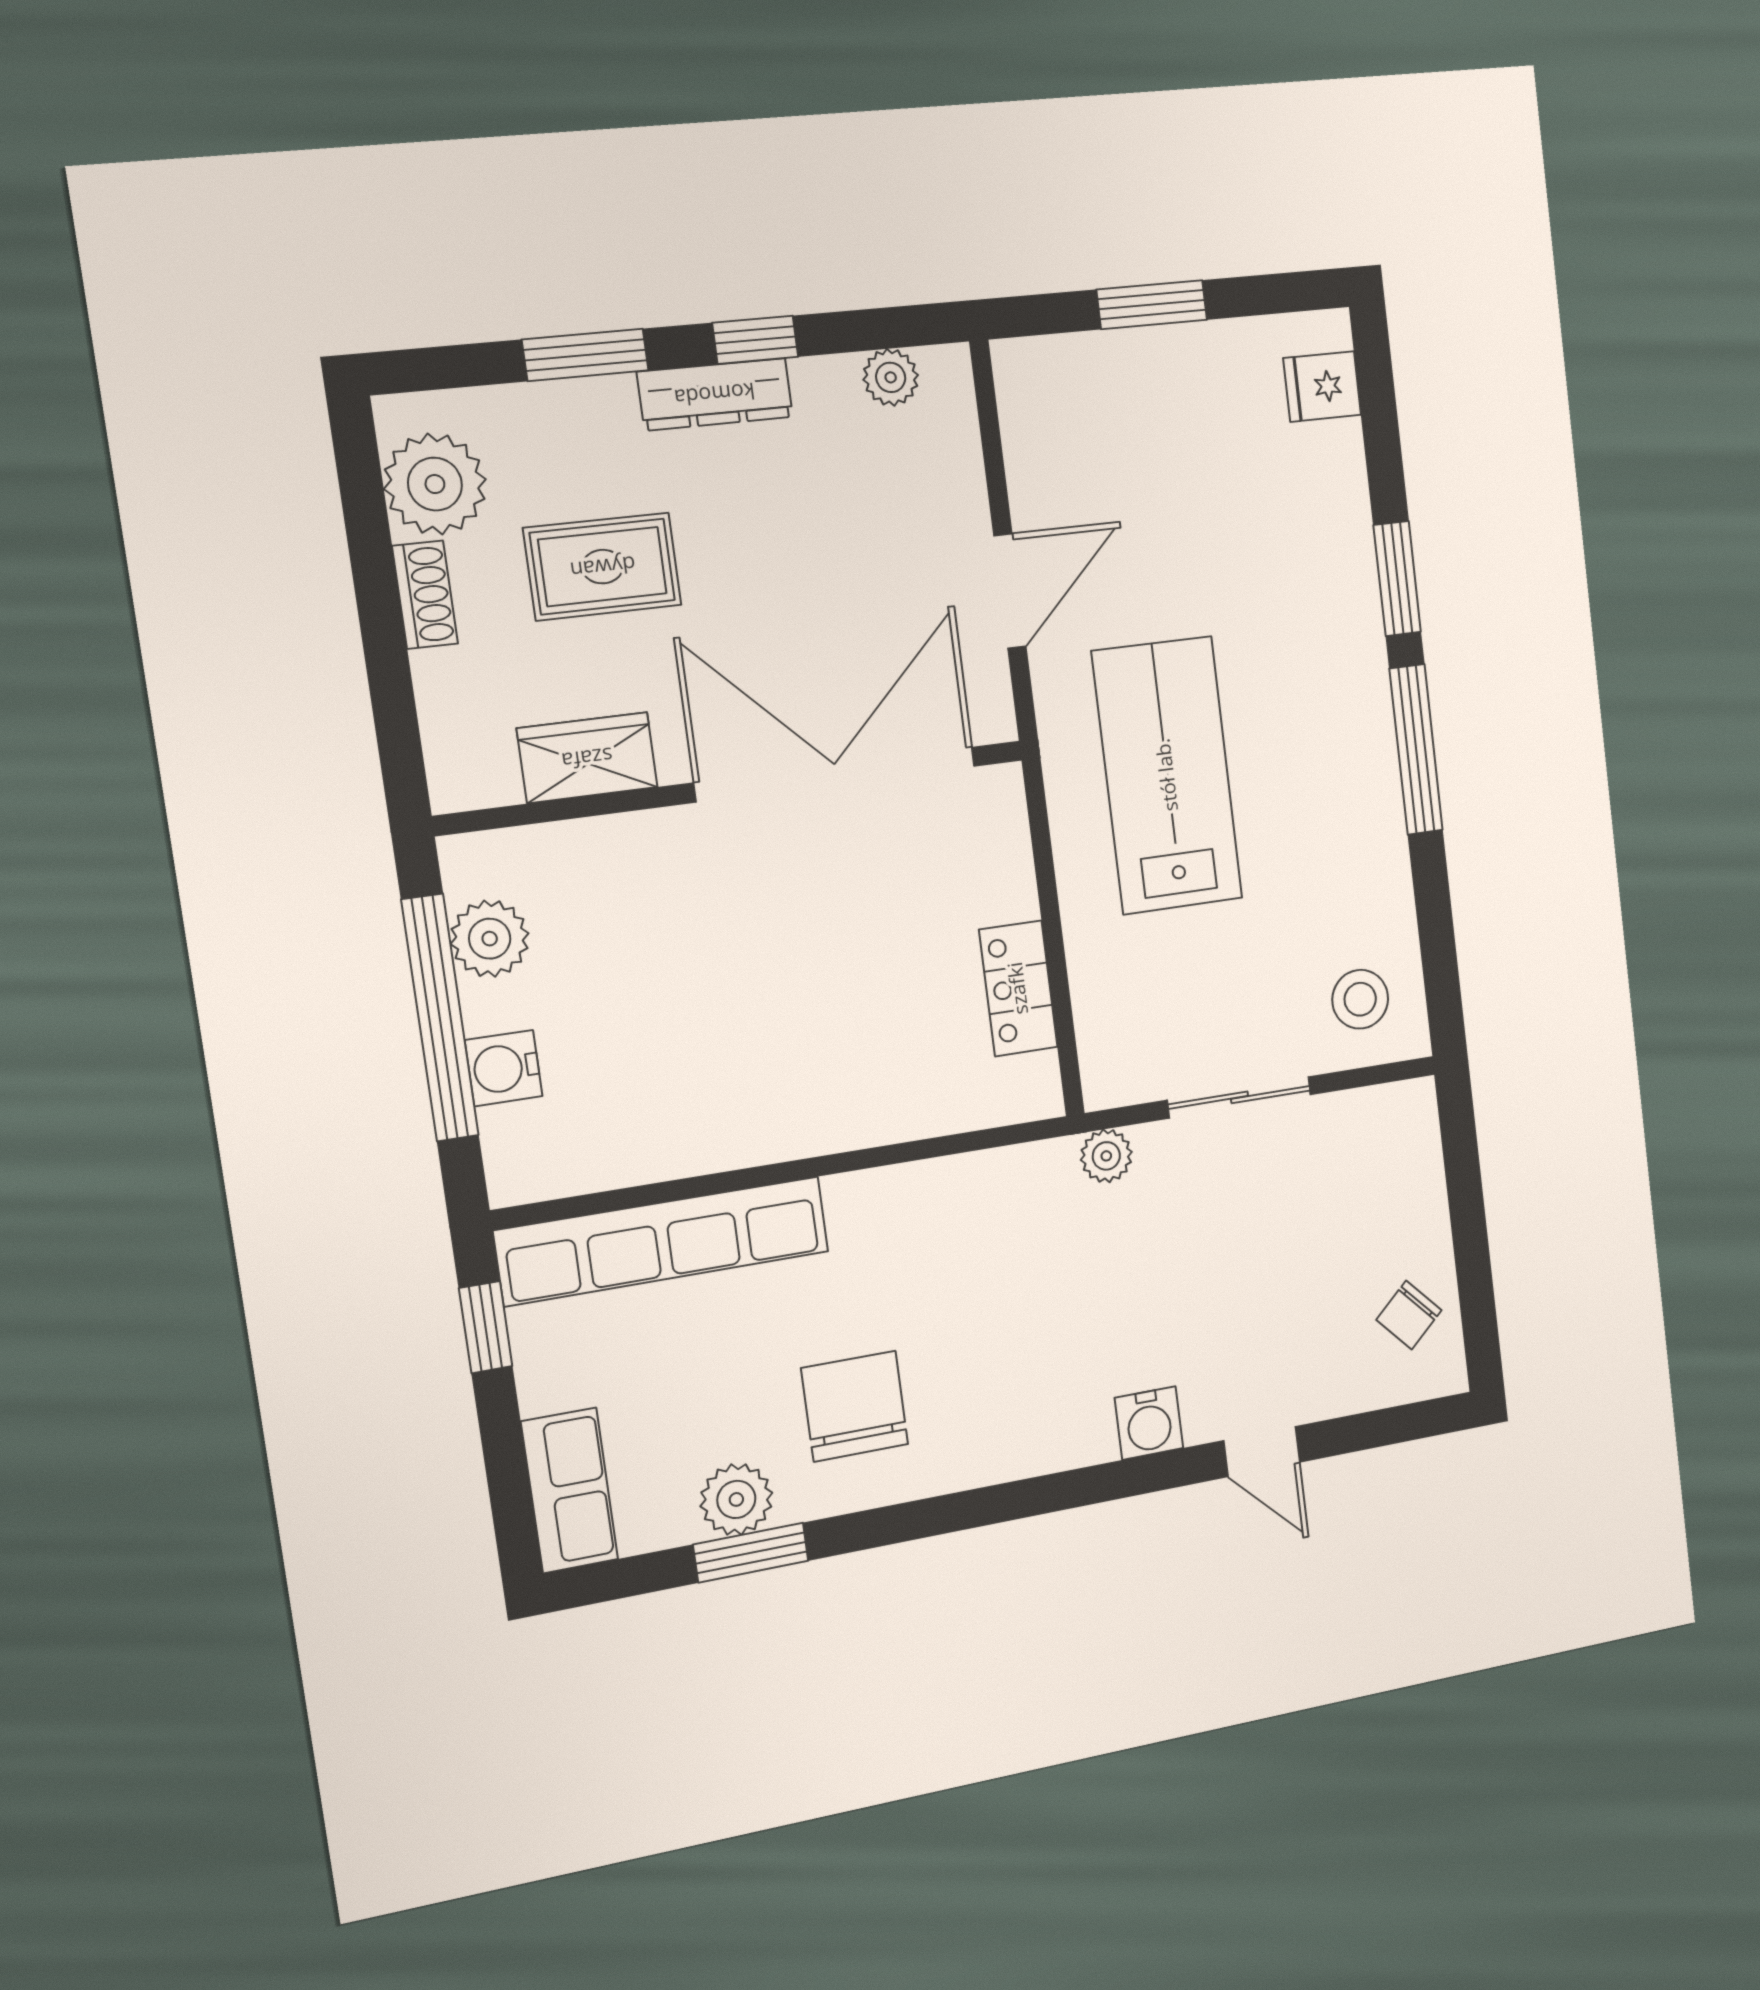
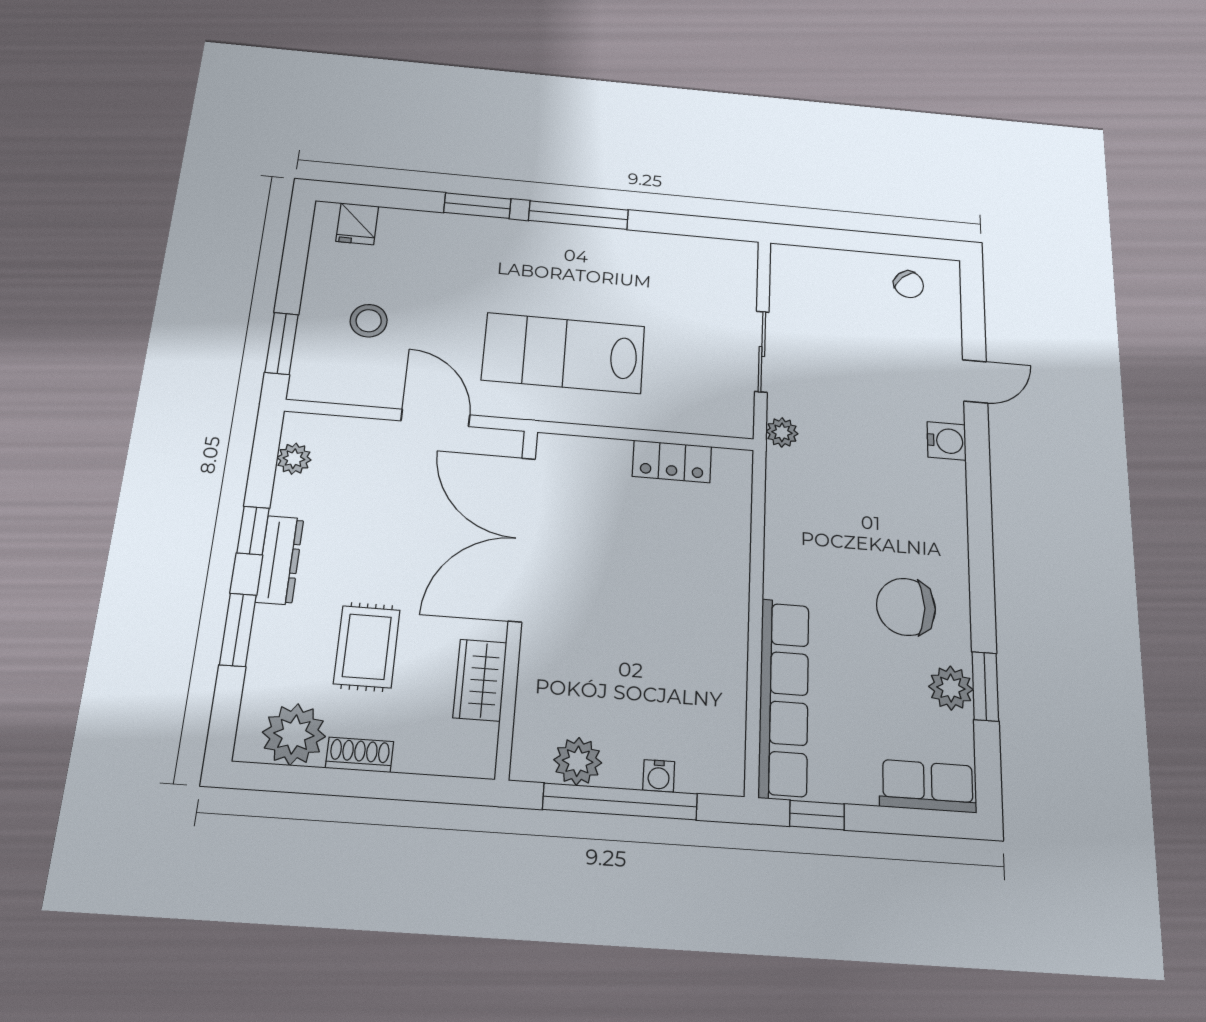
window: (1152, 305) -> (282, 343), moved
stool: (1360, 999) -> (369, 321), moved
water cooler: (504, 1068) -> (659, 776), width x0.72, depth x0.72

